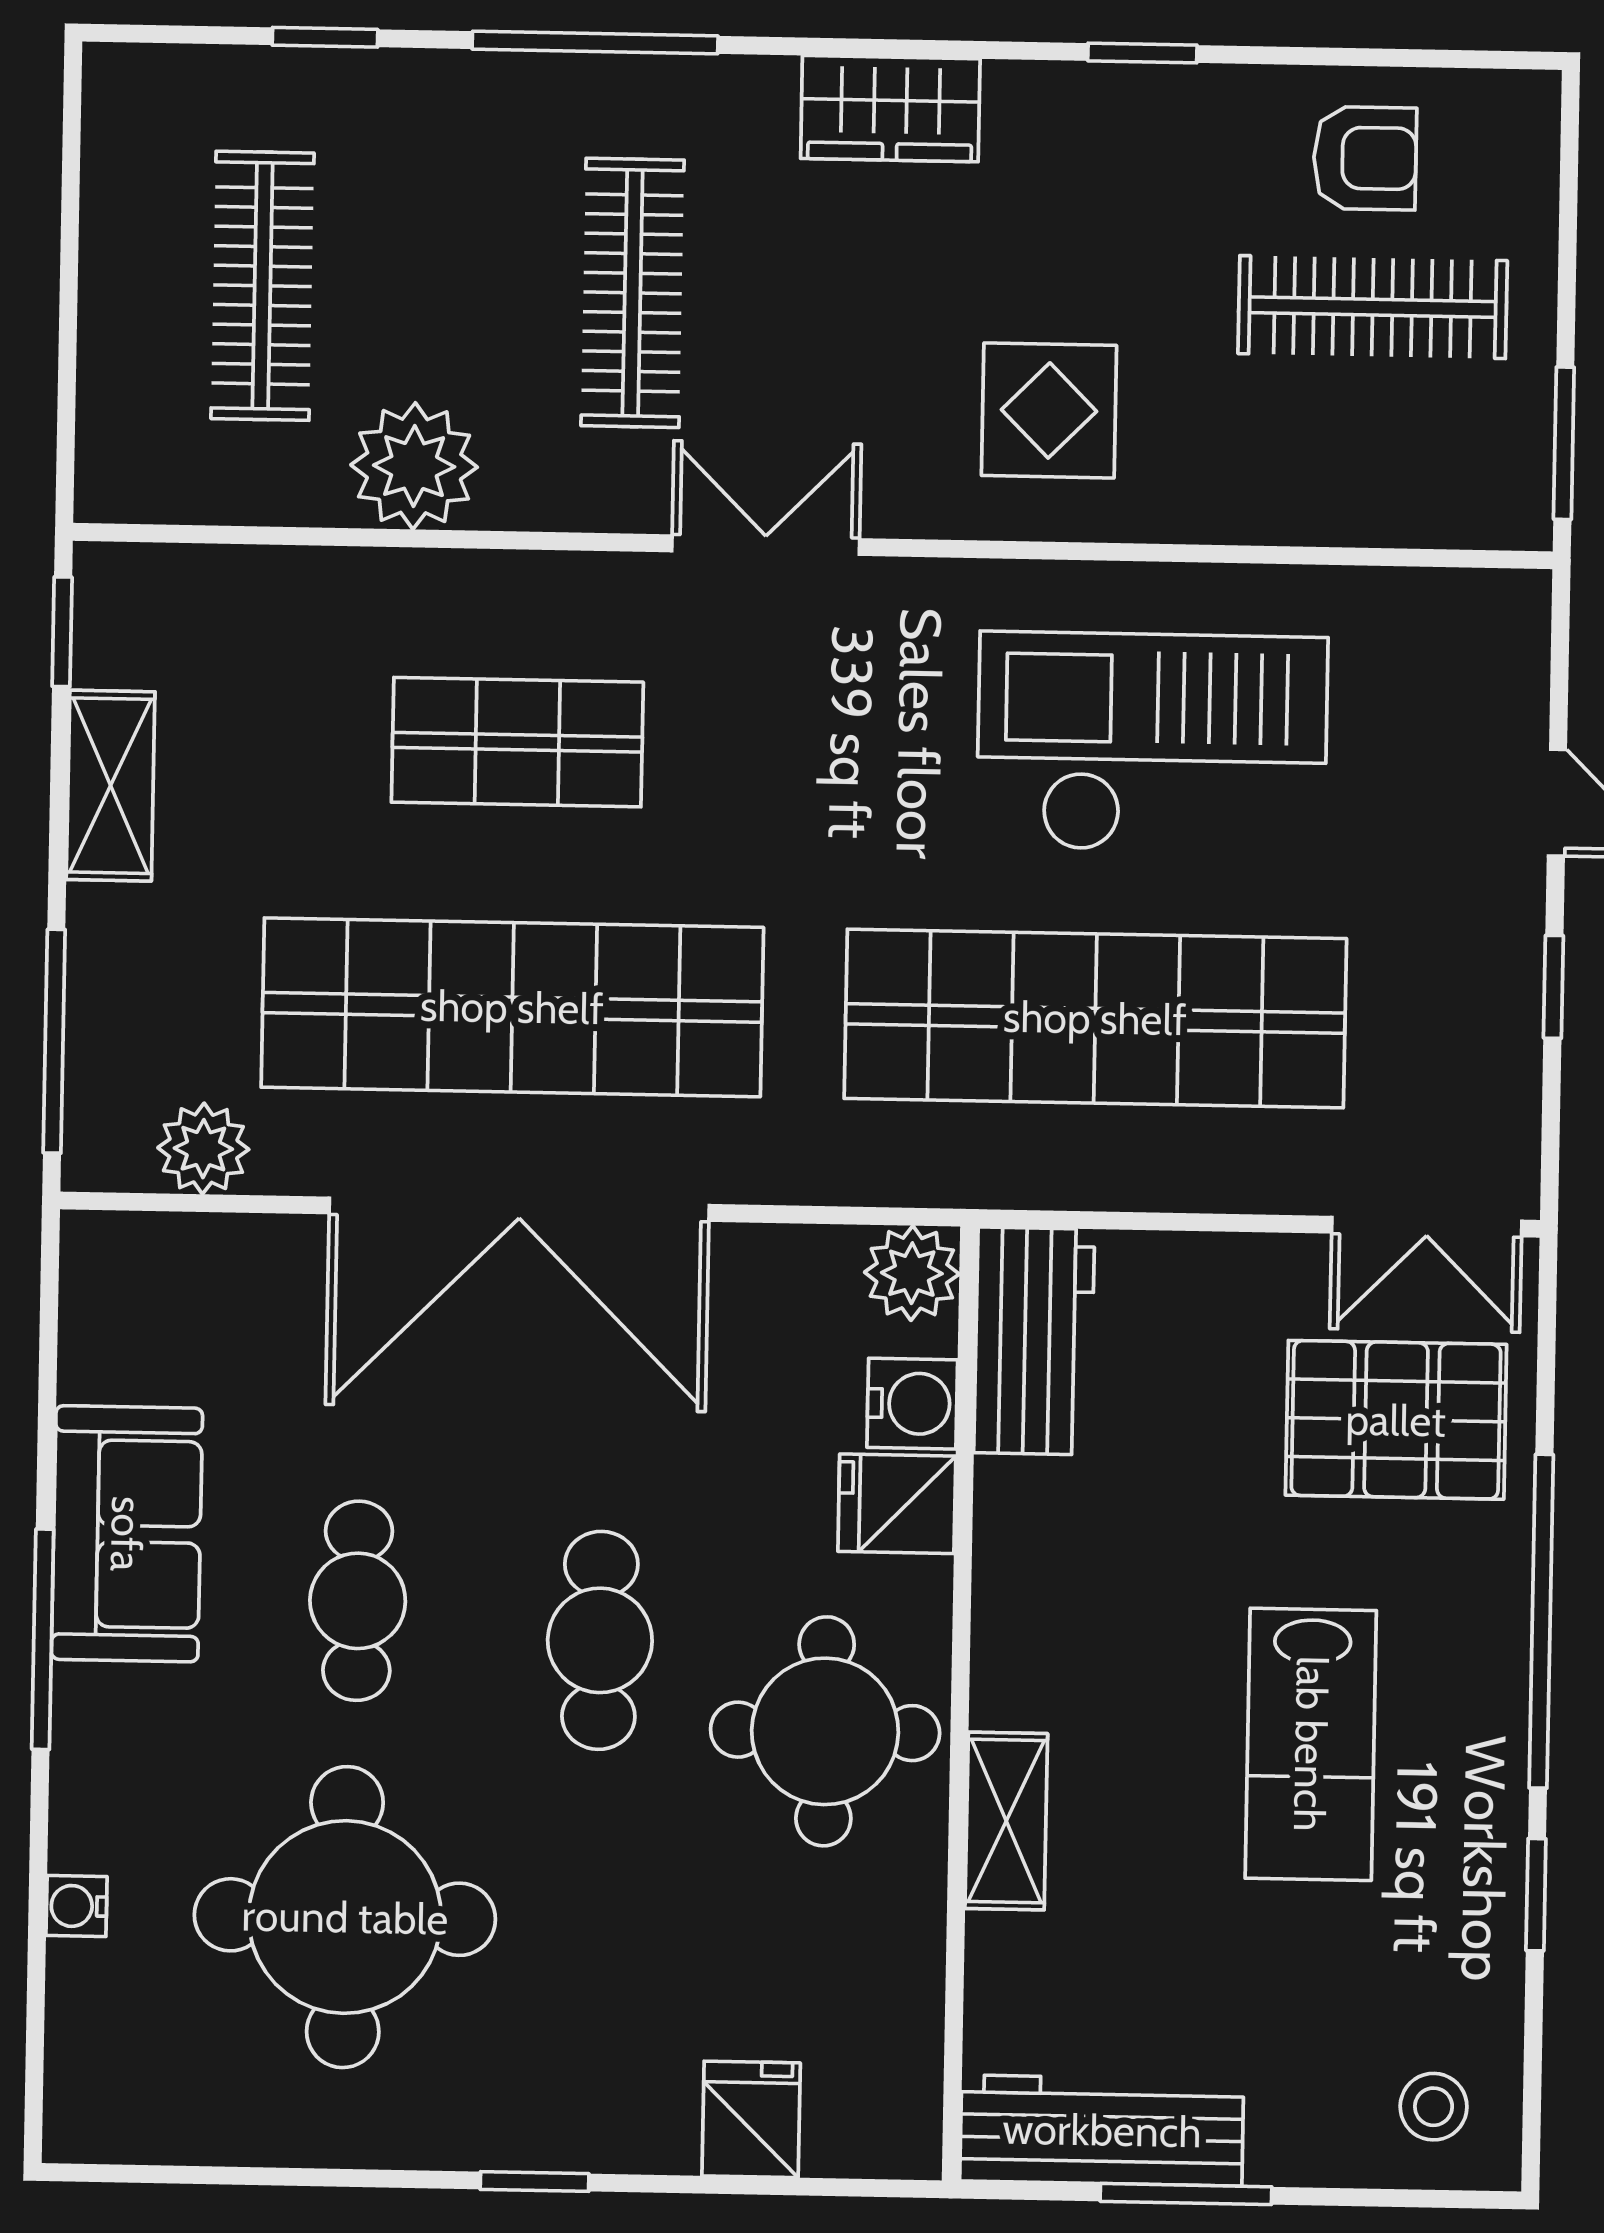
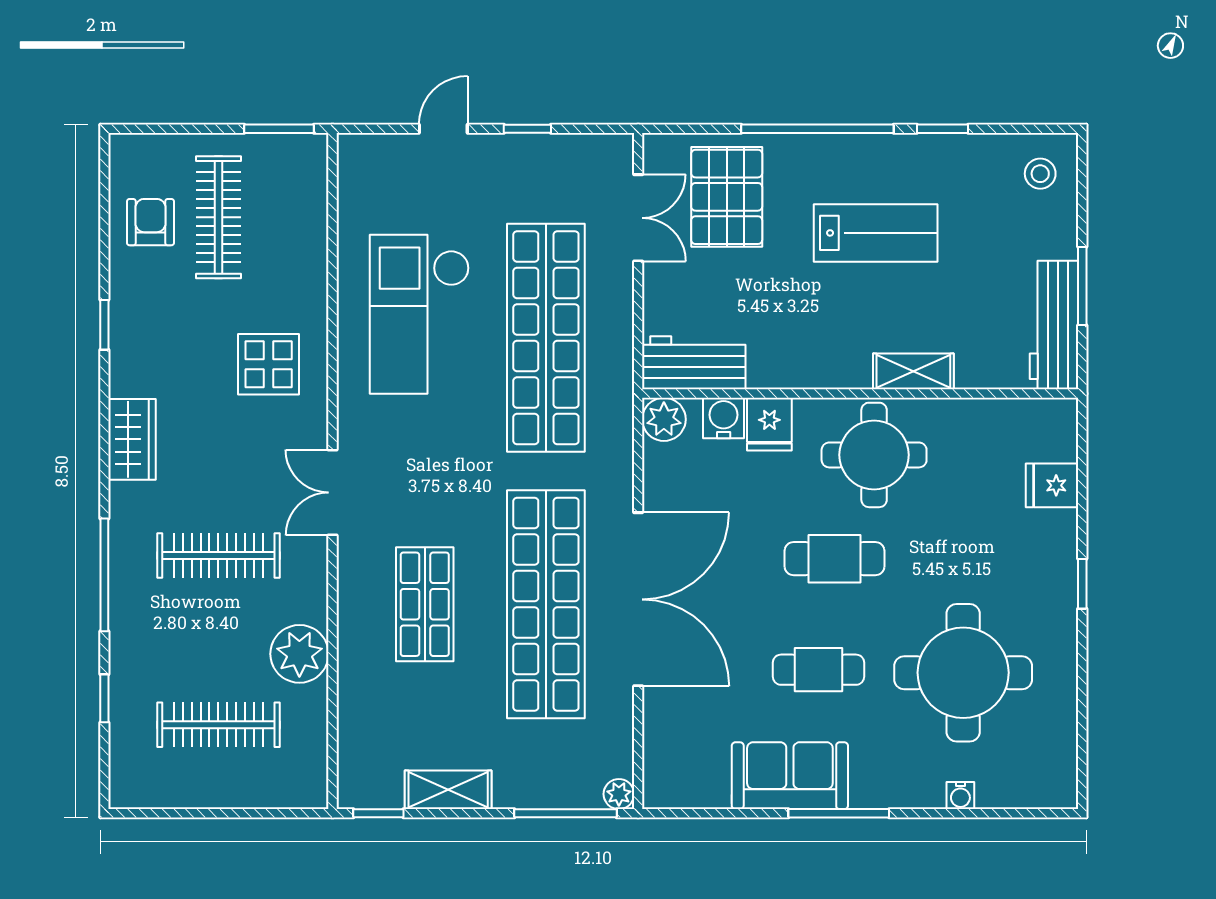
plant: (203, 1149) -> (619, 794), moved, width x0.73, depth x0.73
double door: (1427, 1227) -> (638, 218), moved

